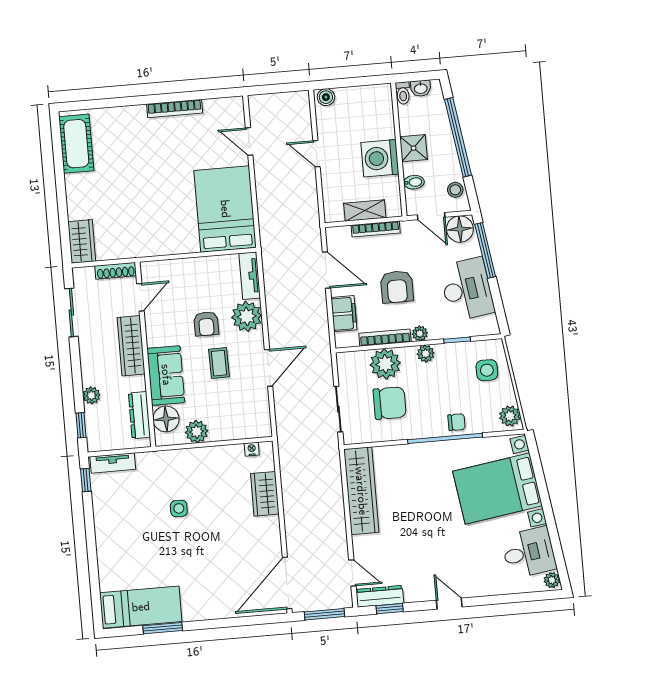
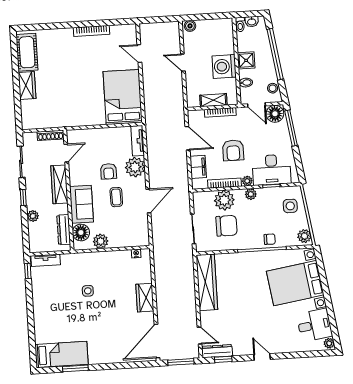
wardrobe: (82, 241) -> (27, 86), moved
desk: (467, 289) -> (272, 170), moved, turned 99
window: (81, 425) -> (23, 198), moved
wardrobe: (265, 494) -> (145, 298), moved

